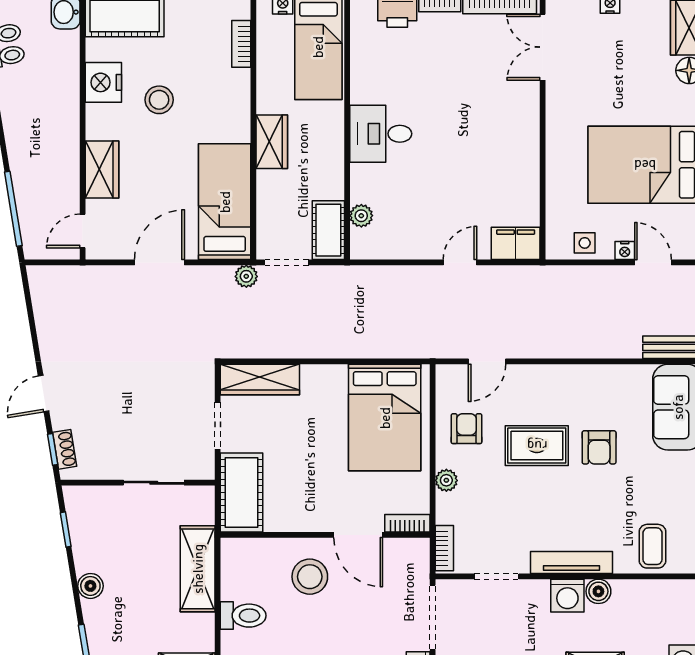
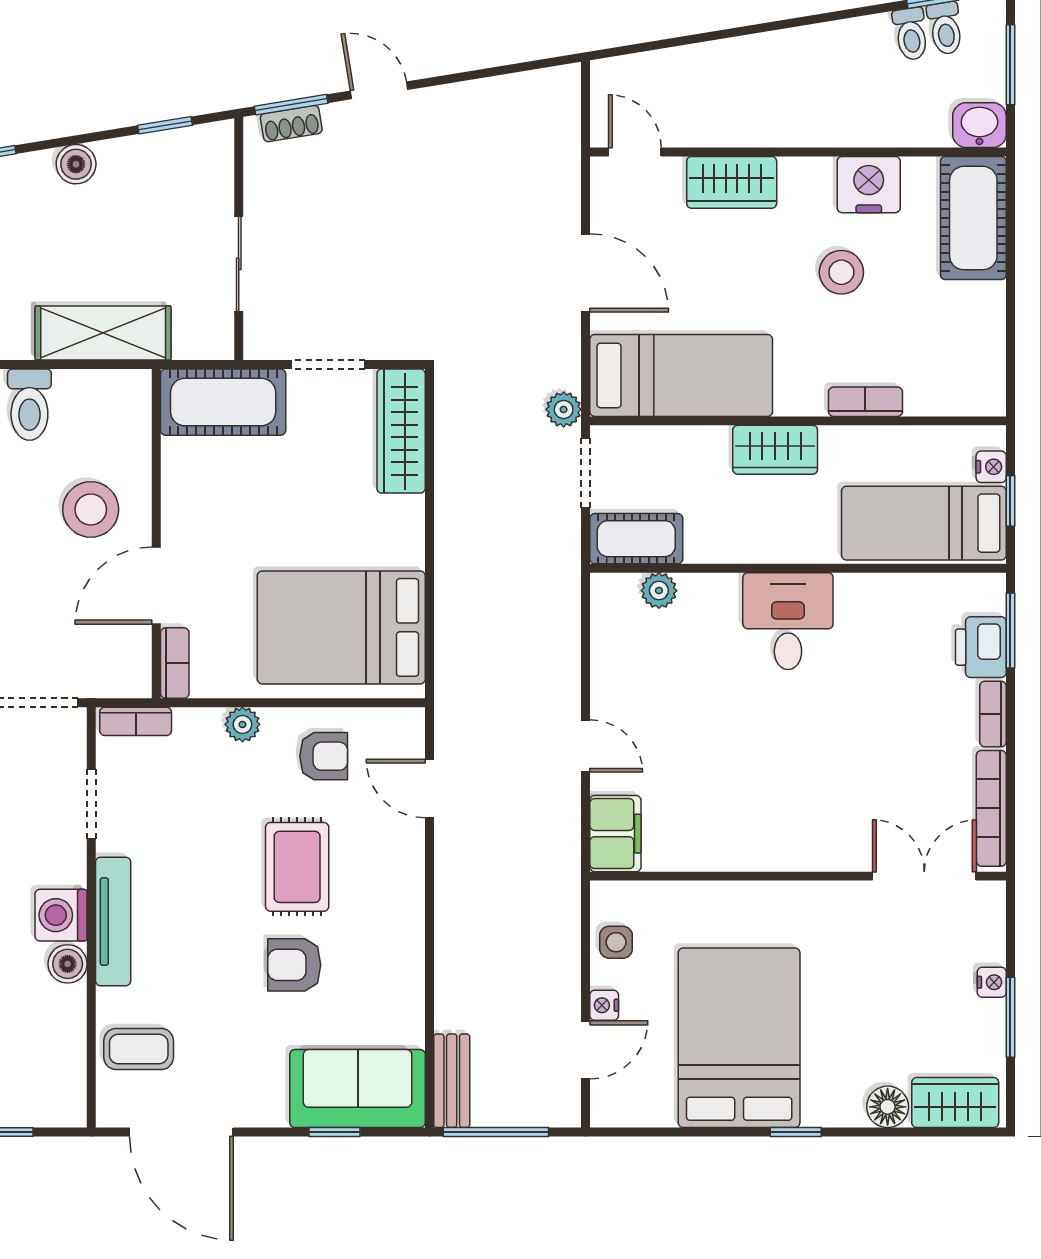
bookcase: (241, 44) -> (865, 402), moved
window: (13, 209) -> (670, 43), removed
window: (53, 449) -> (291, 105), width x1.50

